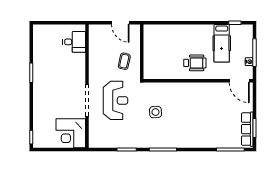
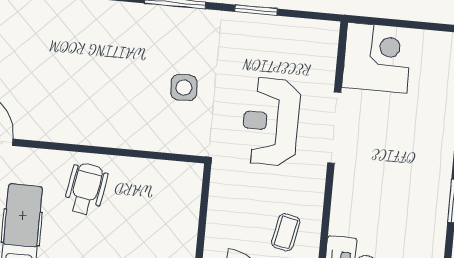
coffee table: (124, 61) -> (286, 232), moved
wheelchair: (195, 63) -> (86, 189), turned 100

